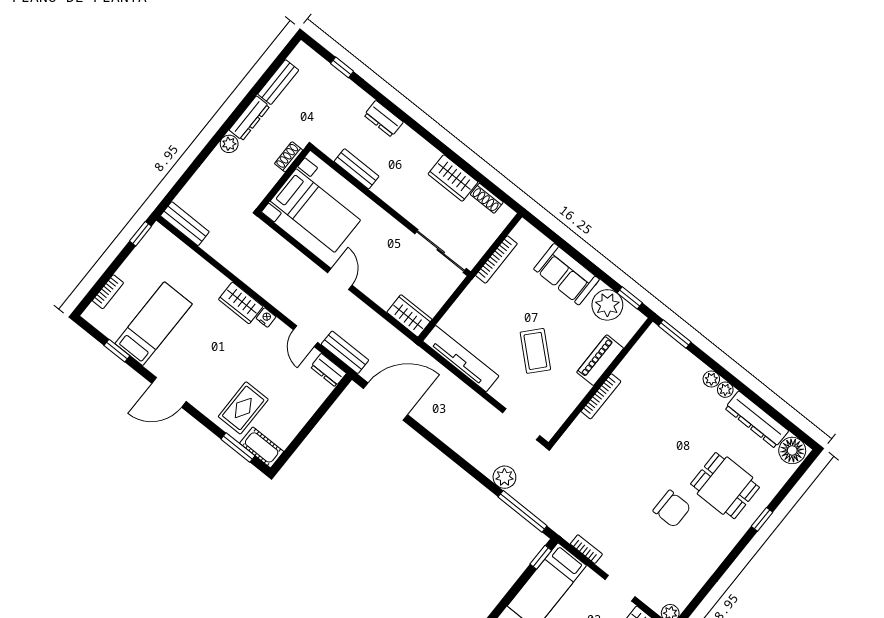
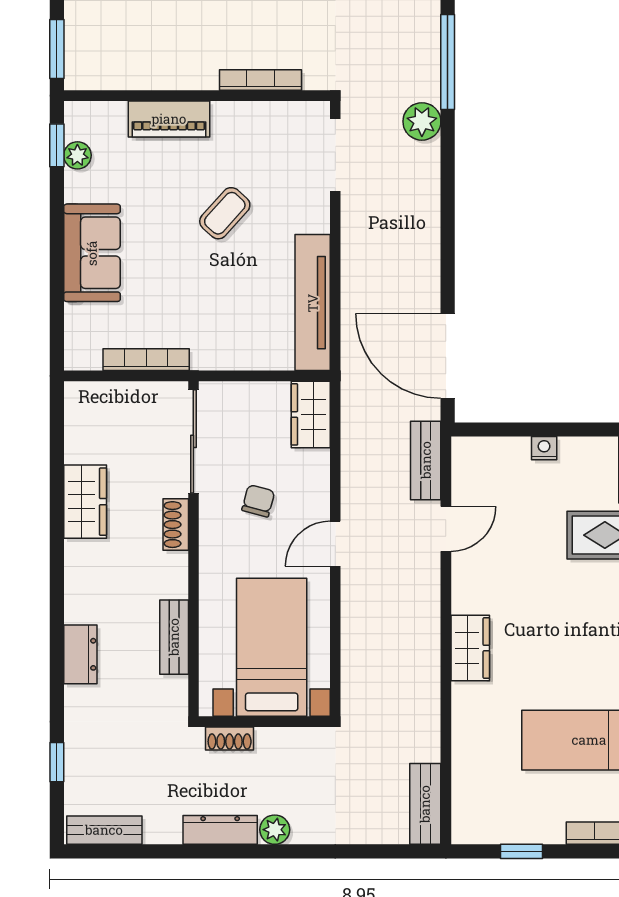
bench: (278, 82) -> (104, 830), moved
shoe rack: (487, 198) -> (176, 525), moved, turned 180
window: (140, 234) -> (522, 851), moved
chair: (389, 259) -> (258, 501), added
plant: (607, 305) -> (77, 155), width x0.53, depth x0.53
nightstand: (266, 318) -> (544, 448), moved, turned 90
coffee table: (535, 351) -> (225, 213), width x0.73, depth x0.77
dresser: (328, 370) -> (466, 463), removed
bookcase: (601, 396) -> (260, 80), moved

